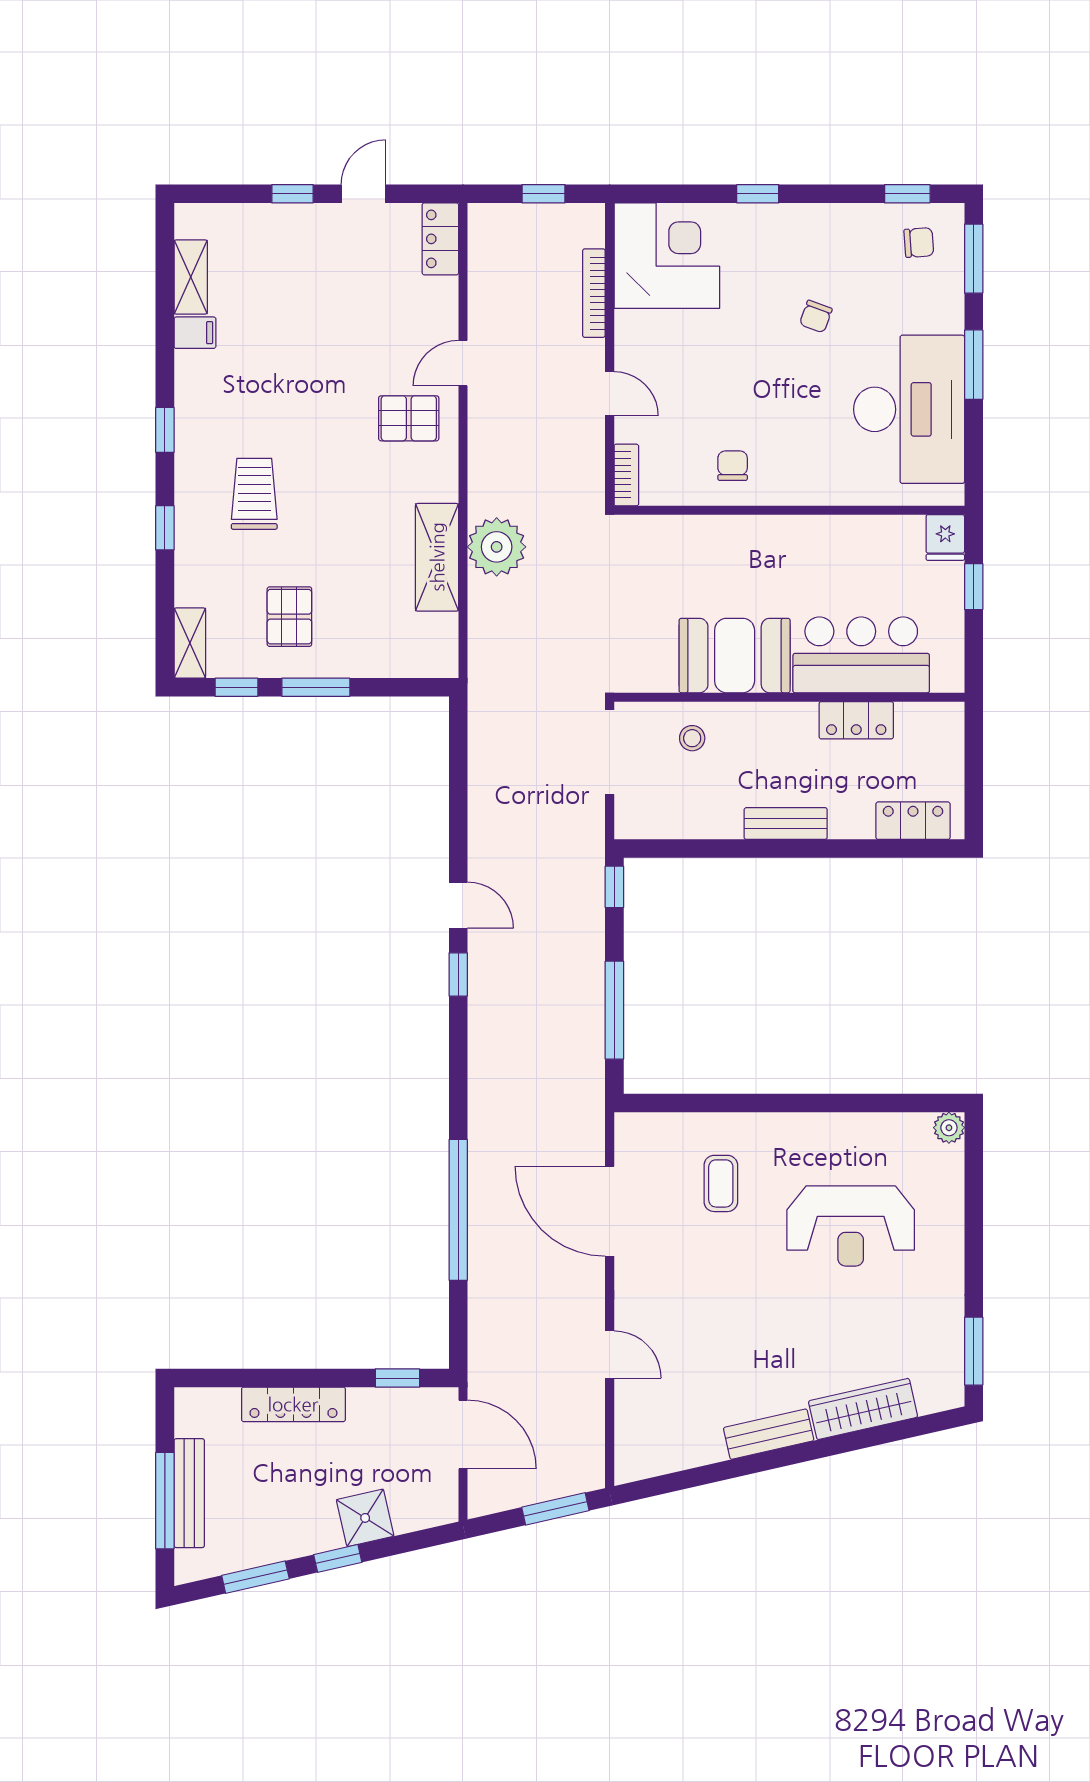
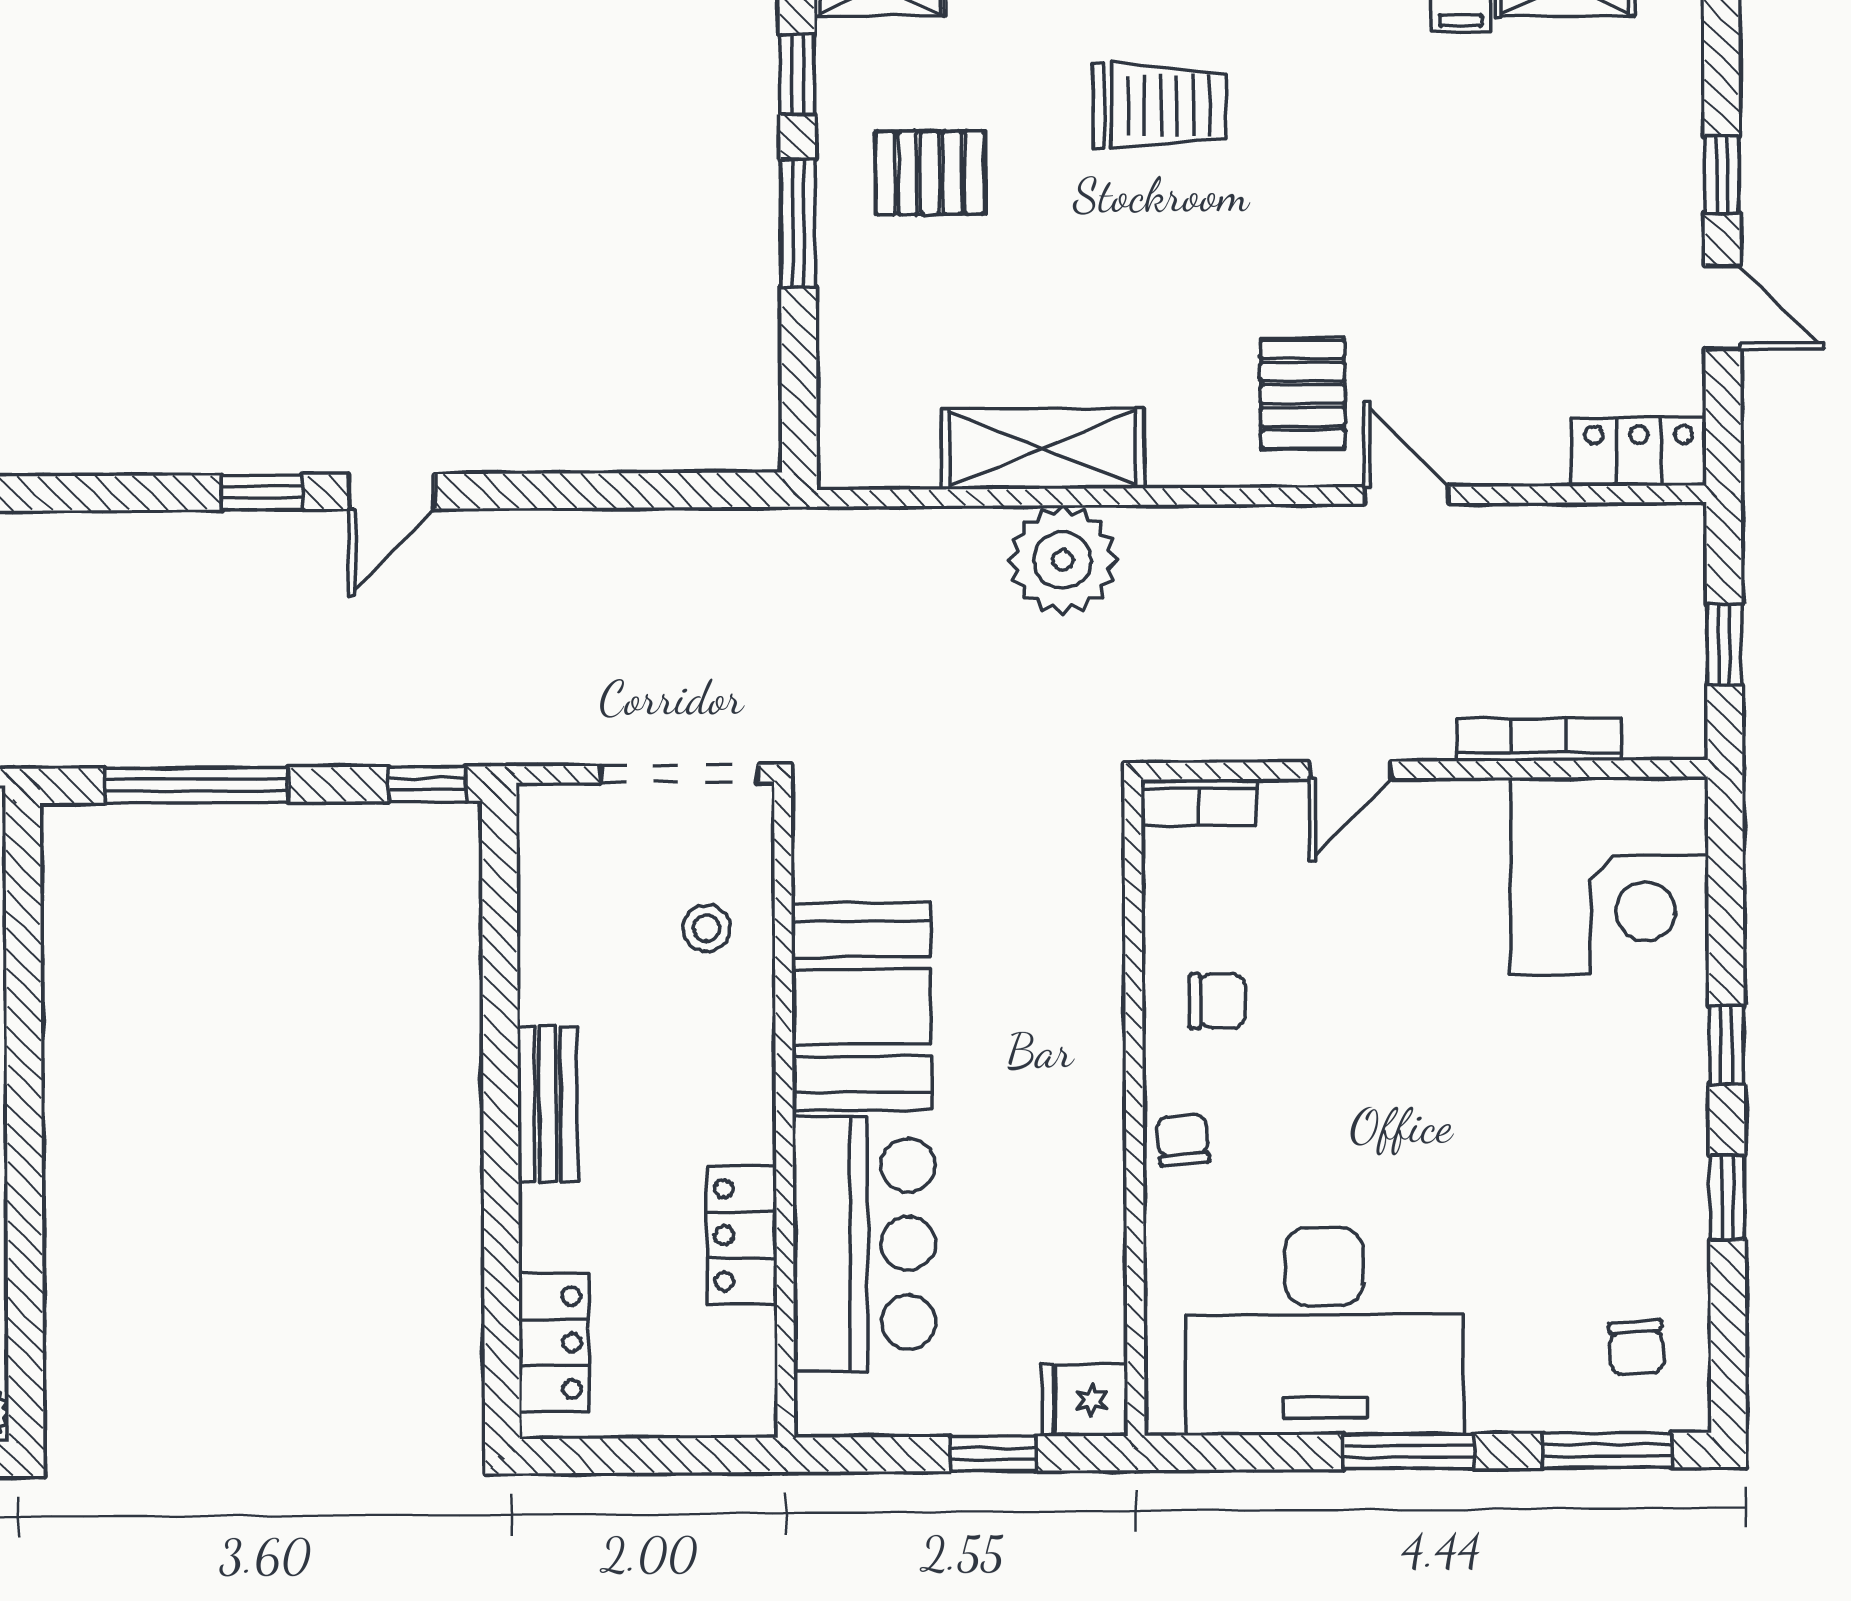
window: (907, 194) -> (1727, 1198), moved
chair: (816, 316) -> (1183, 1140), moved, turned 65

